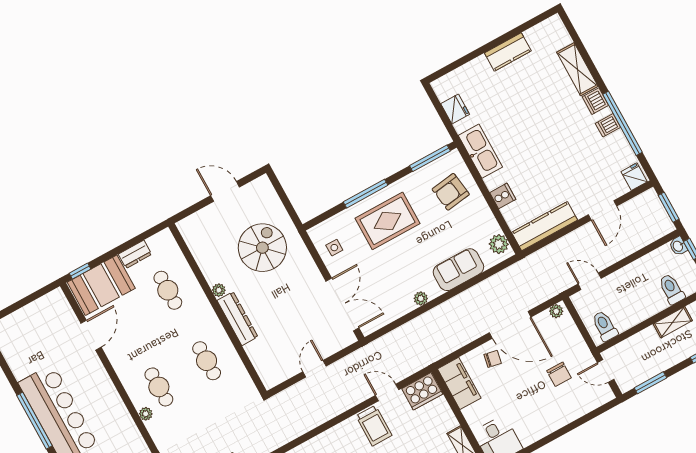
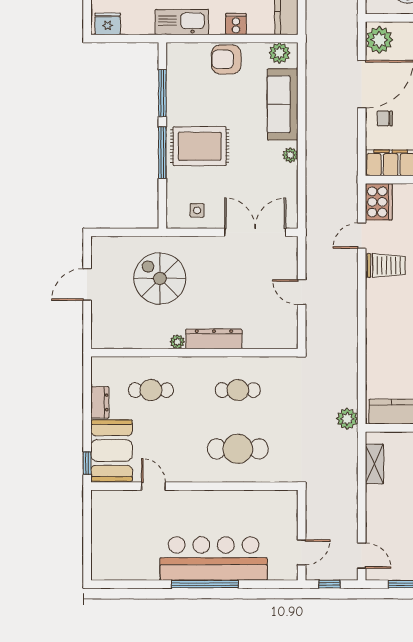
fridge: (455, 109) -> (108, 24), moved
window: (430, 158) -> (162, 93), moved
armchair: (451, 192) -> (226, 59), moved, turned 98
rug: (388, 221) -> (200, 146), turned 90
sofa: (458, 270) -> (283, 104), width x1.36
plant: (556, 311) -> (379, 40), width x1.87, depth x1.87
door: (91, 335) -> (153, 486), width x0.73
chair: (493, 359) -> (385, 118), turned -101
cafe table: (159, 387) -> (238, 449), width x1.37, depth x1.35
plant: (146, 414) -> (256, 475), removed

